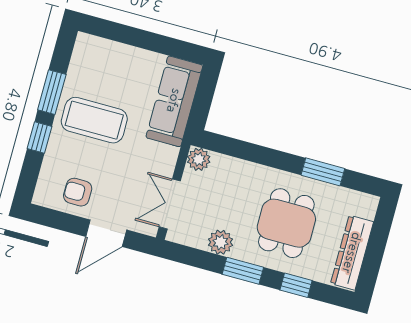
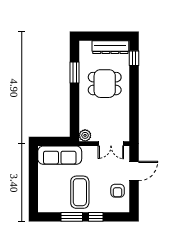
door: (106, 233) -> (134, 171), hinge flipped
plant: (220, 242) -> (123, 113), removed
window: (243, 271) -> (134, 99), removed
window: (296, 285) -> (134, 58), moved

